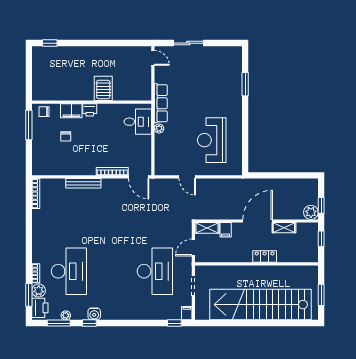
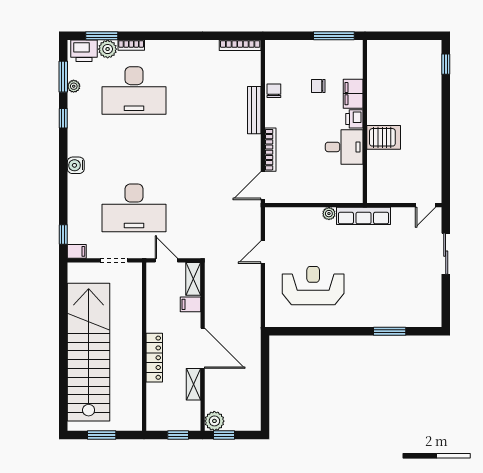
chair: (44, 112) -> (274, 91), moved
desk: (138, 122) -> (344, 147), moved, turned -90
locker: (265, 256) -> (154, 358), width x1.53
water cooler: (94, 314) -> (76, 165), moved

